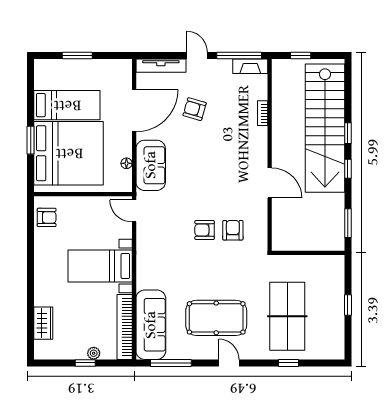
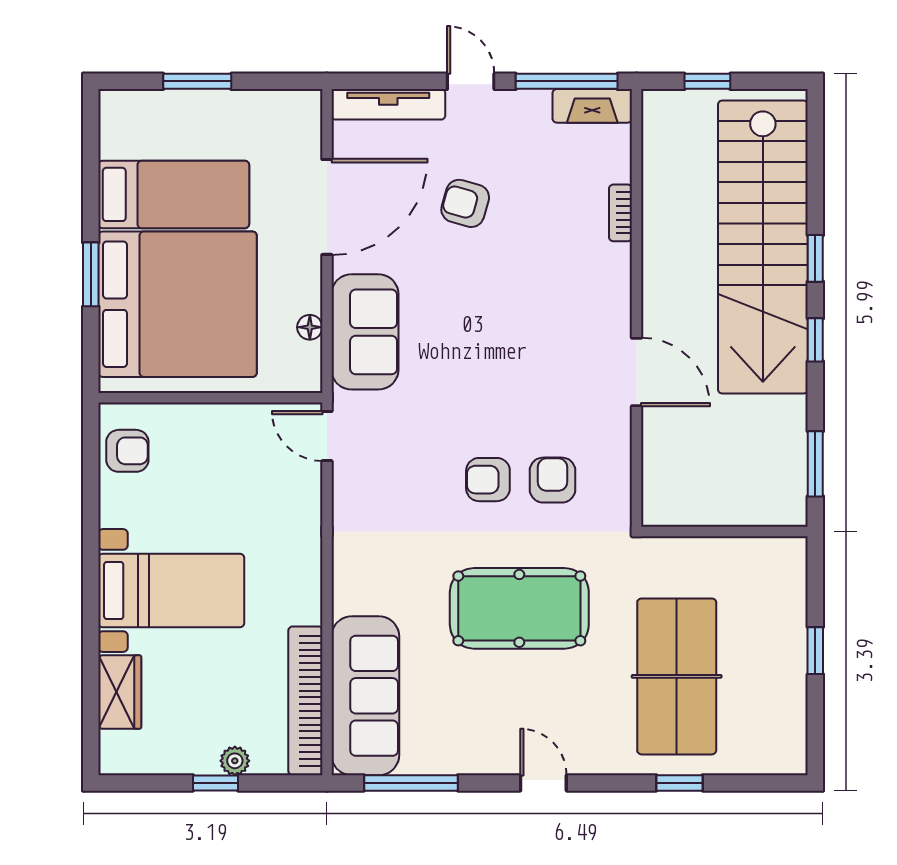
bed with nightstands: (100, 266) -> (171, 590), moved, turned 180
pool table: (216, 318) -> (519, 608), moved

